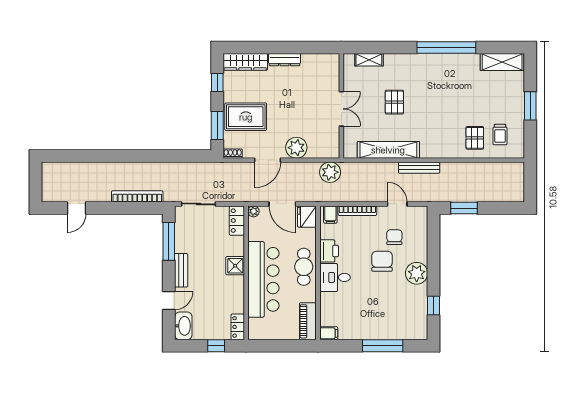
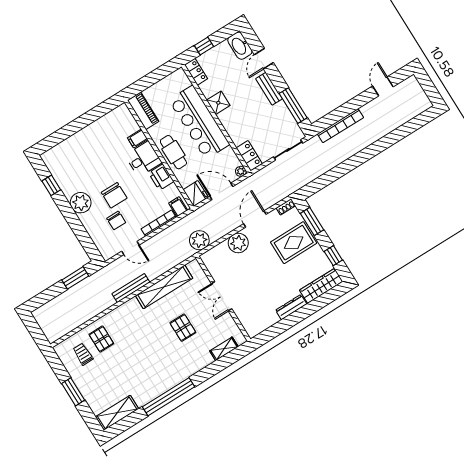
shower: (235, 266) -> (218, 103), moved
filing cabinet: (329, 333) -> (138, 139), moved
window: (383, 346) -> (72, 128), removed

